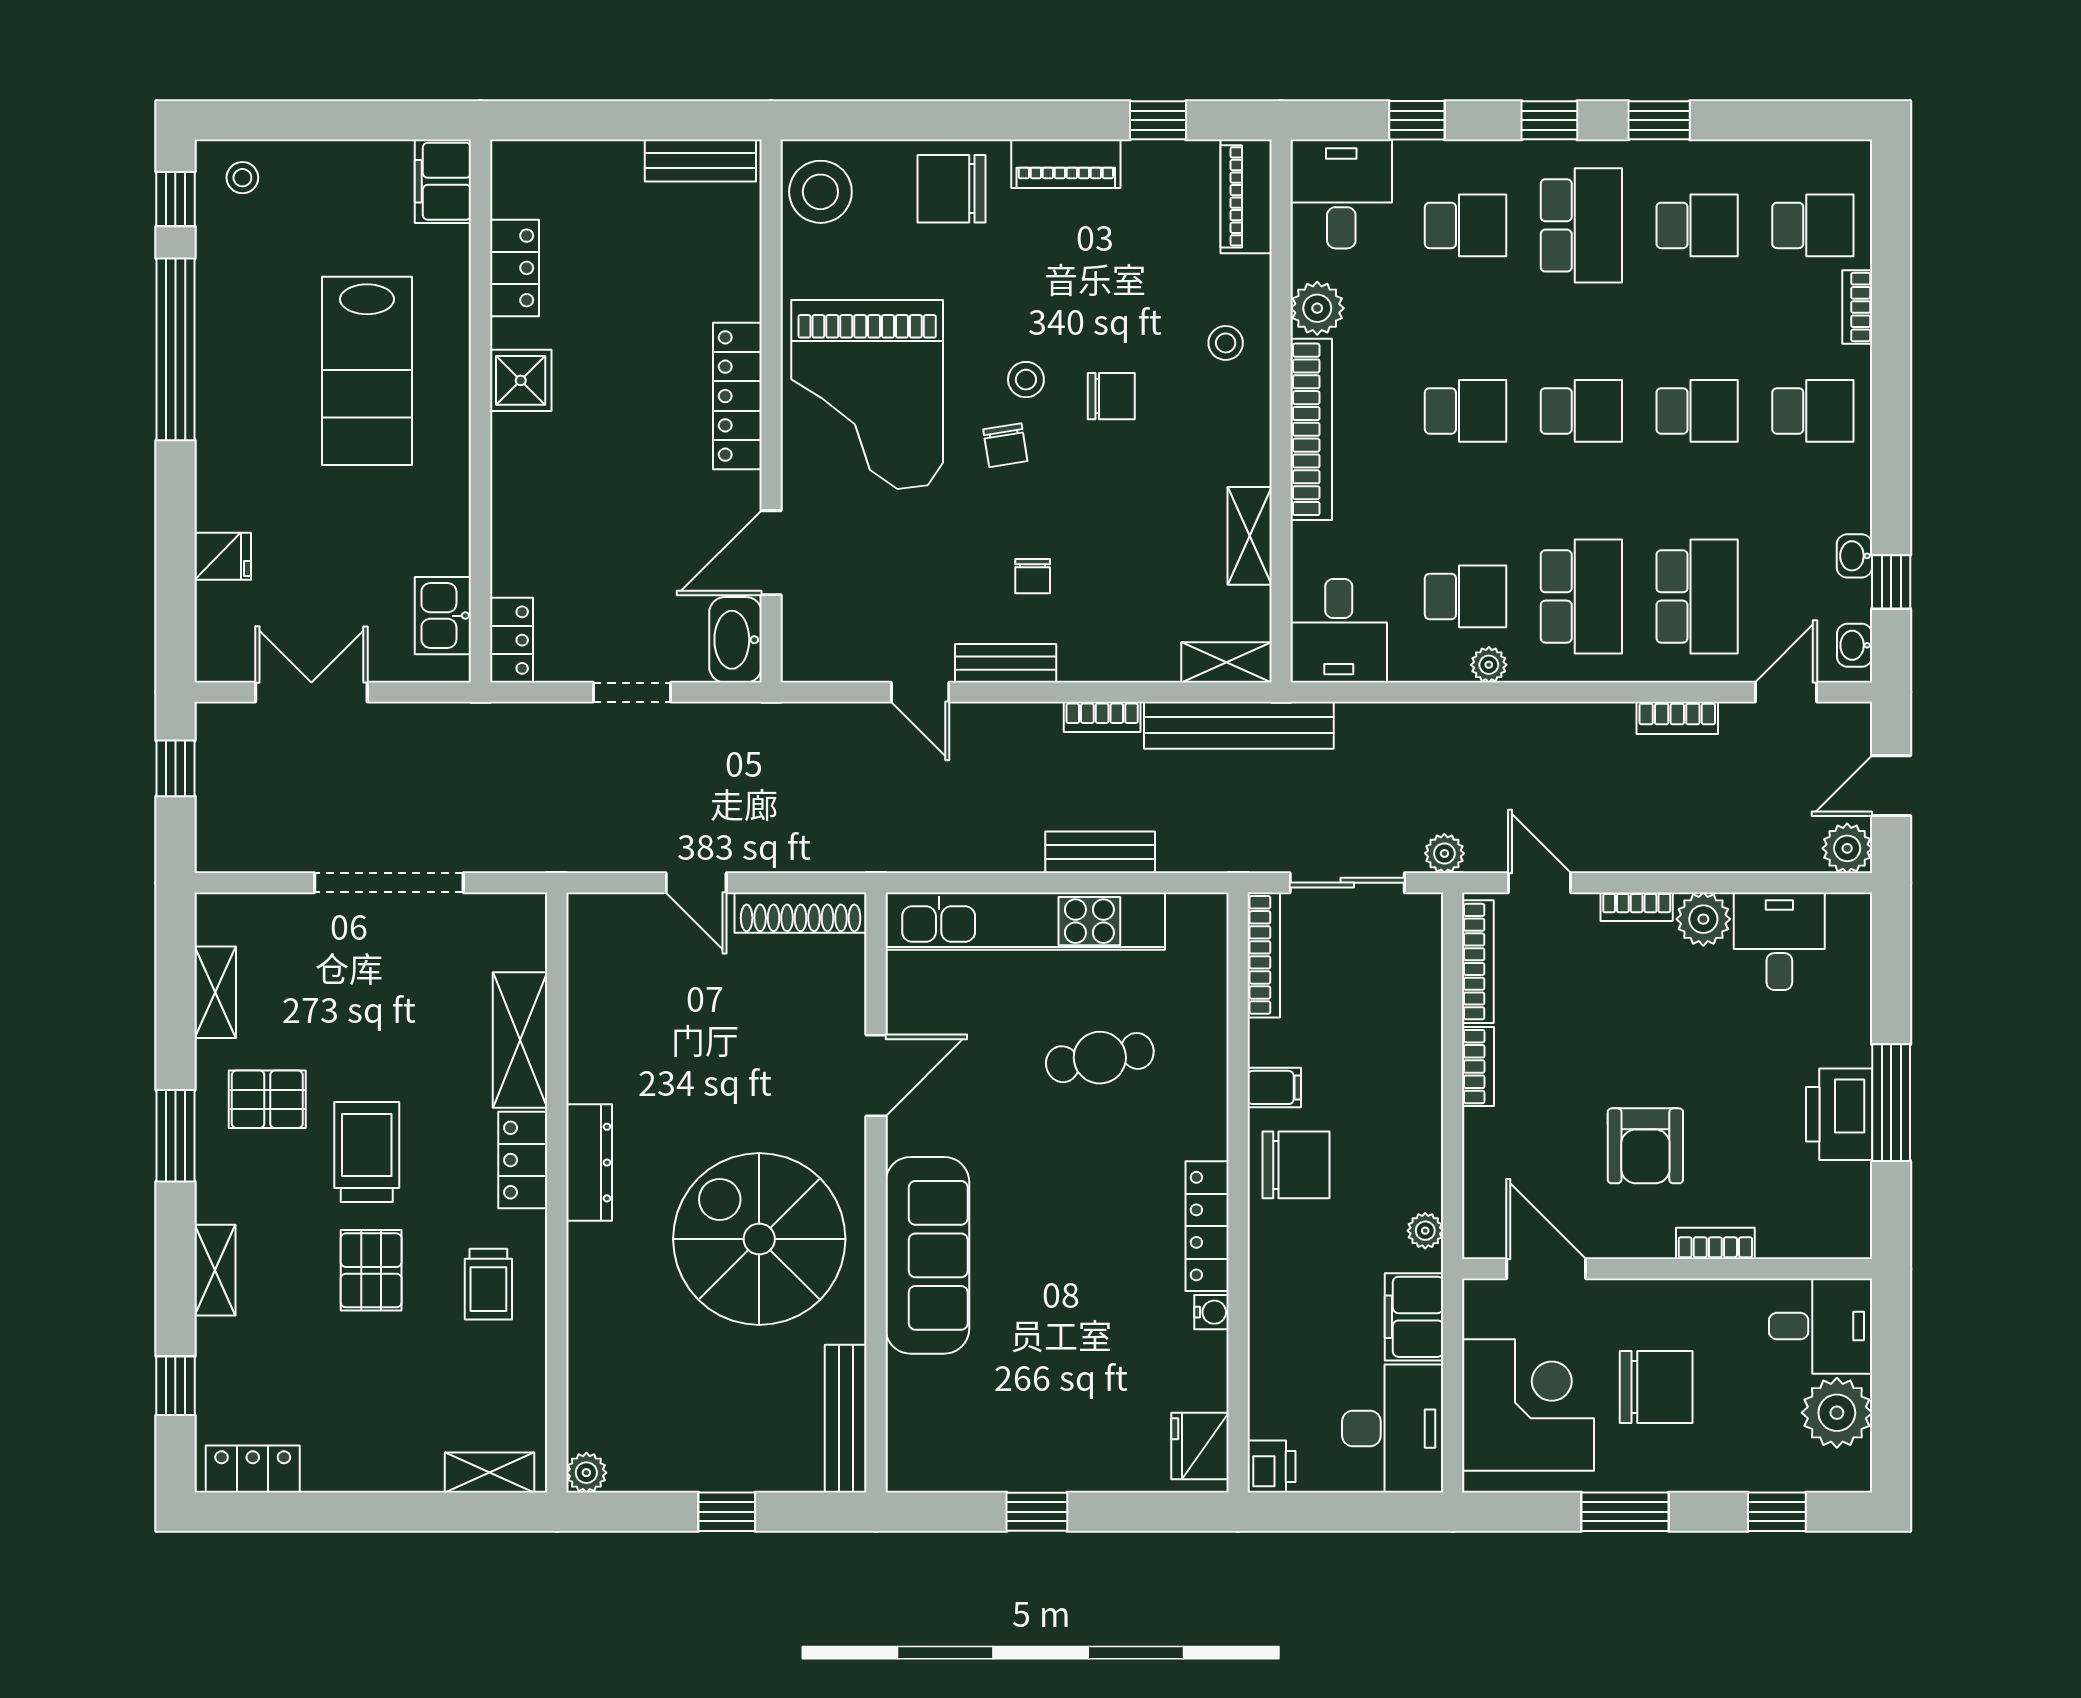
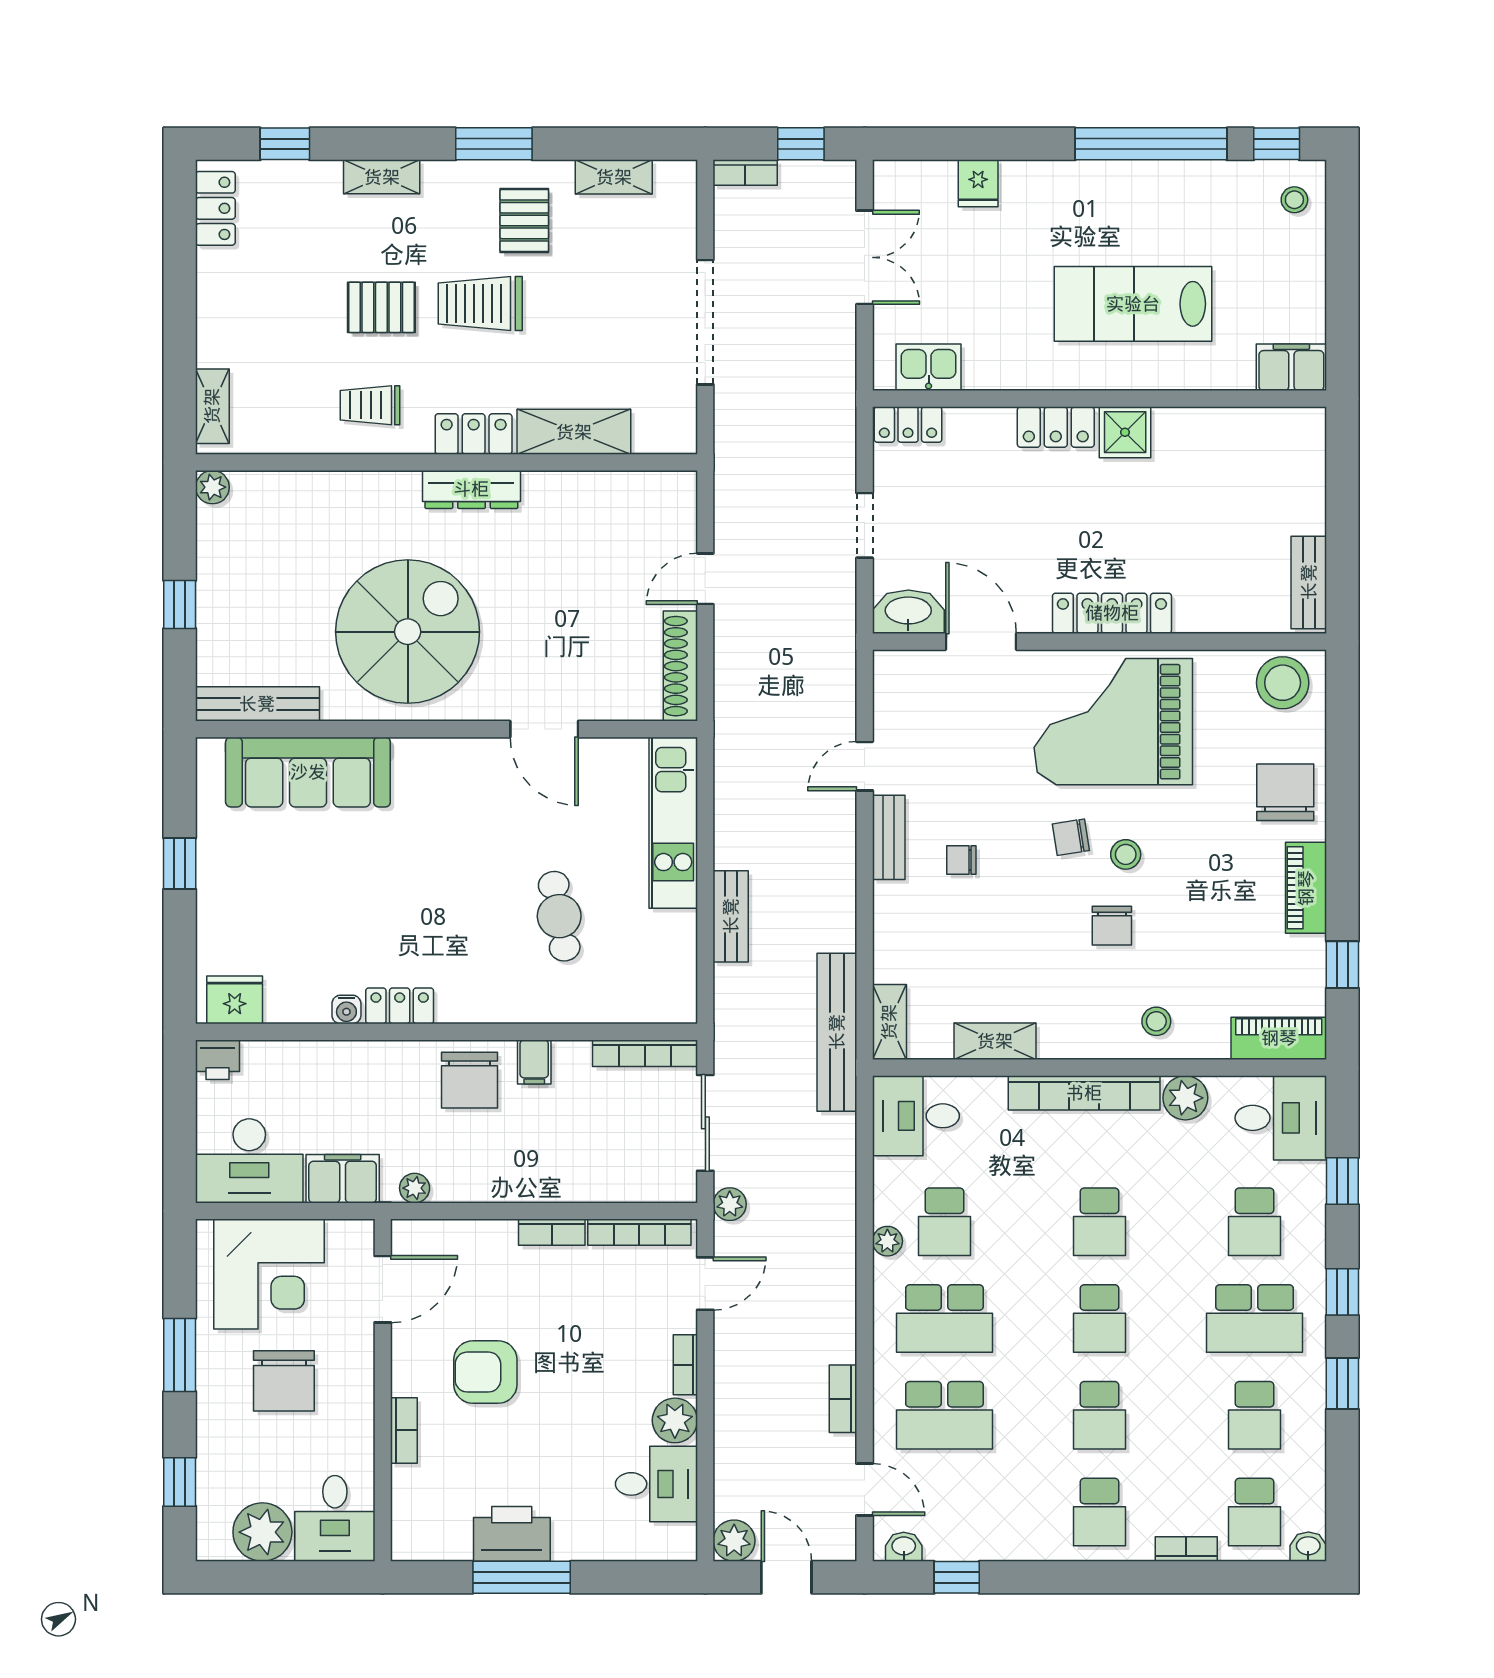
locker: (514, 268) -> (1056, 427), moved
washbasin: (1854, 556) -> (1308, 1547), moved
bookcase: (1102, 717) -> (745, 173), moved, turned -90
kitchen unit: (1025, 921) -> (673, 823), width x0.73
trolley: (367, 1152) -> (480, 304), turned 180
locker: (1207, 1226) -> (400, 1006), width x0.66
sofa: (927, 1255) -> (308, 772), moved

